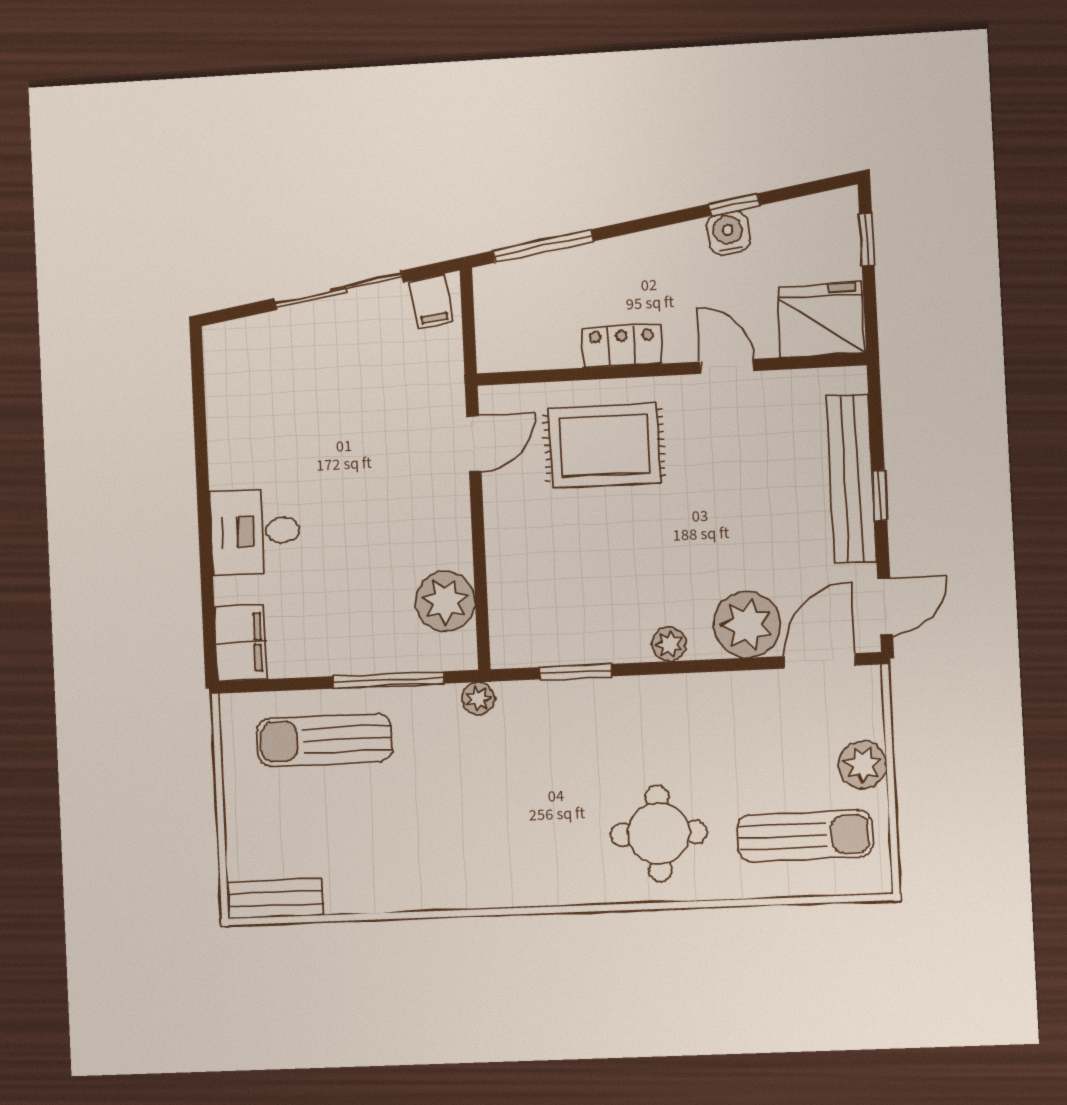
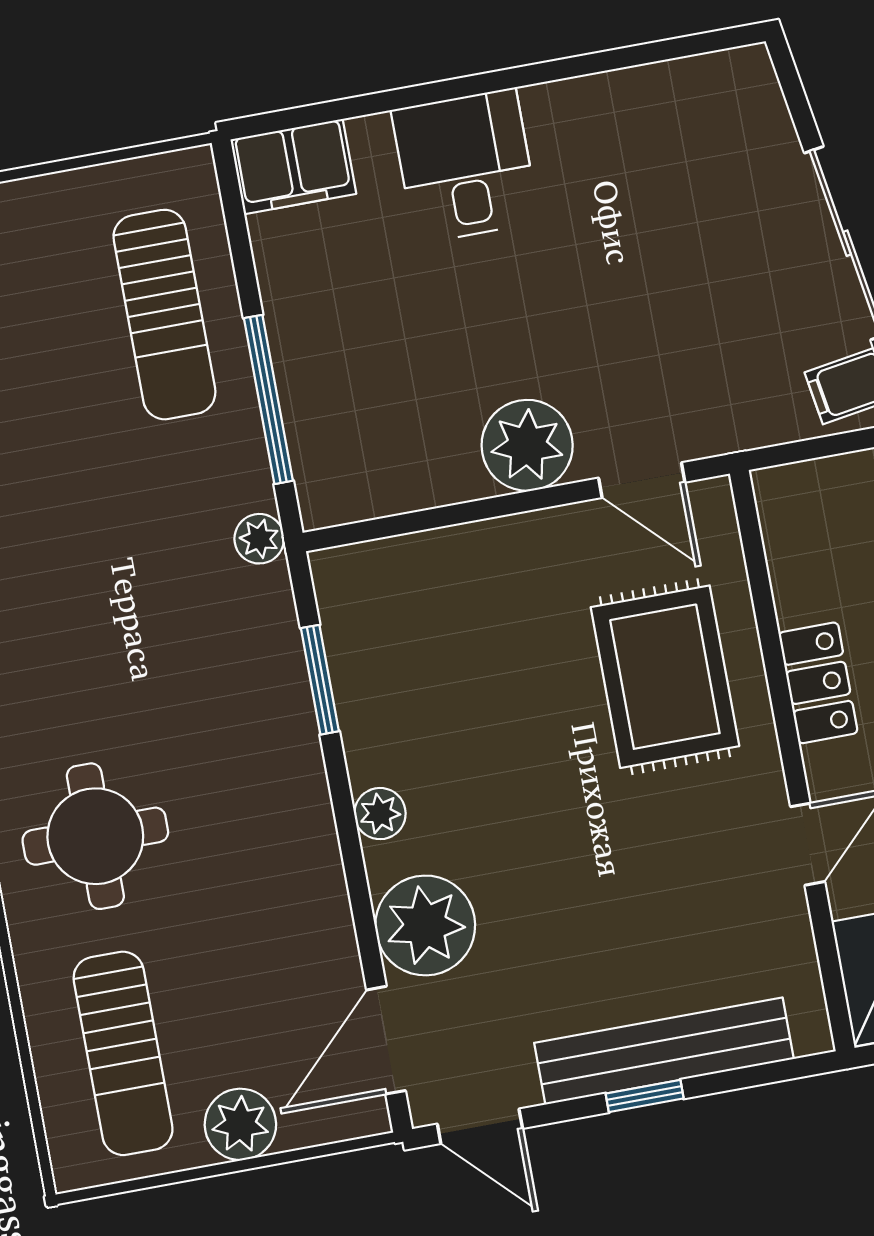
plant: (445, 601) -> (527, 445), moved
door: (820, 661) -> (386, 1040), swing flipped
sun lounger: (324, 740) -> (164, 315), turned 180

